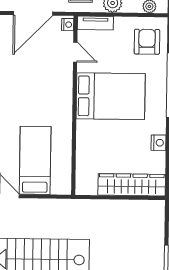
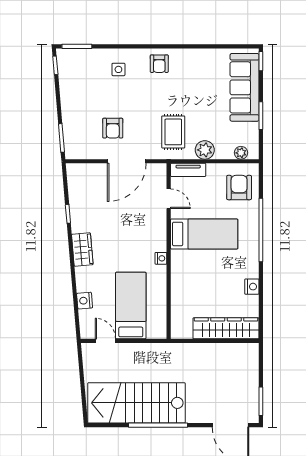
nightstand: (68, 25) -> (161, 258), moved
bed: (111, 96) -> (204, 234), width x0.67

